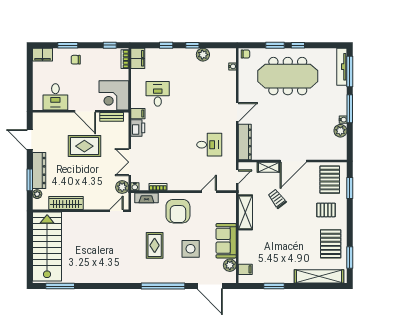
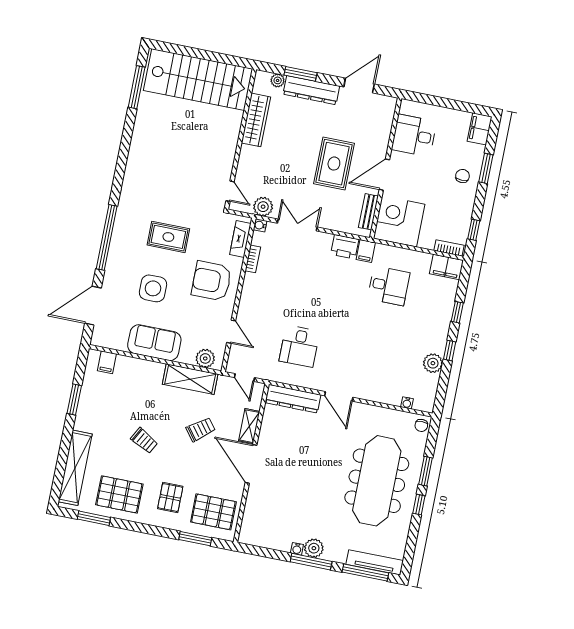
plant: (340, 131) -> (314, 548), moved
trolley: (292, 235) -> (144, 441), added
plant: (230, 265) -> (205, 358), moved

